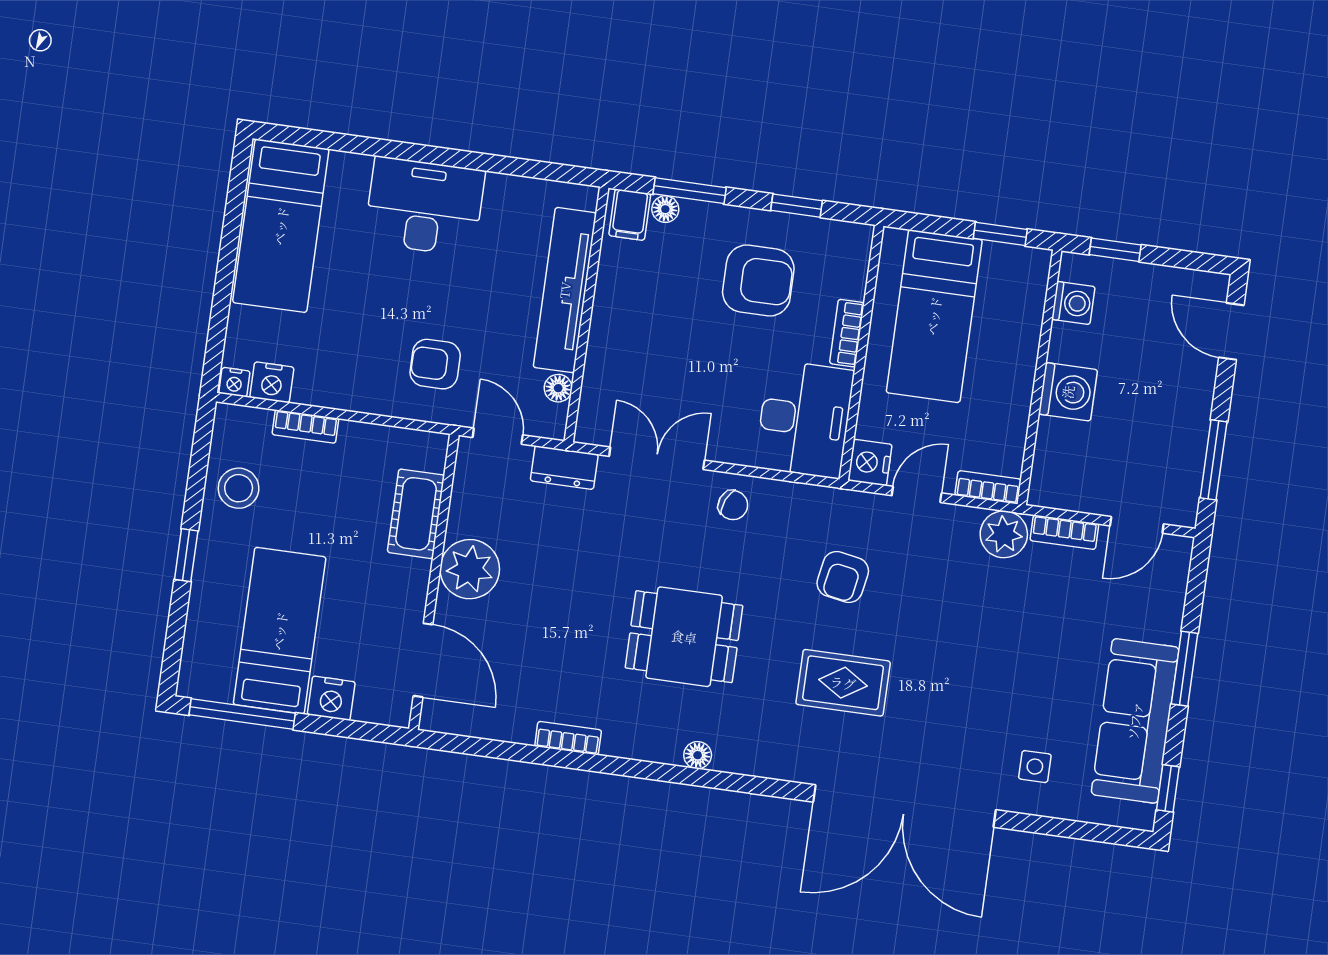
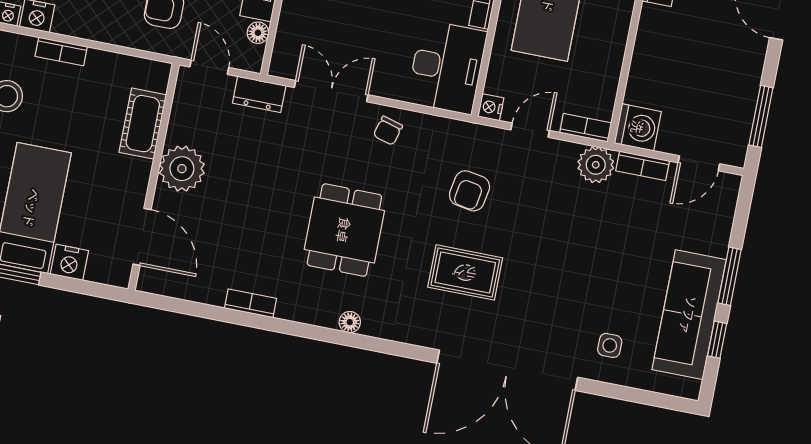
washing machine: (1068, 392) -> (638, 127), moved
nightstand: (870, 462) -> (491, 107), width x0.72, depth x0.74
chair: (733, 505) -> (388, 131), turned 83
dining table: (684, 637) -> (344, 230), turned 90
window: (1168, 788) -> (717, 340), moved

